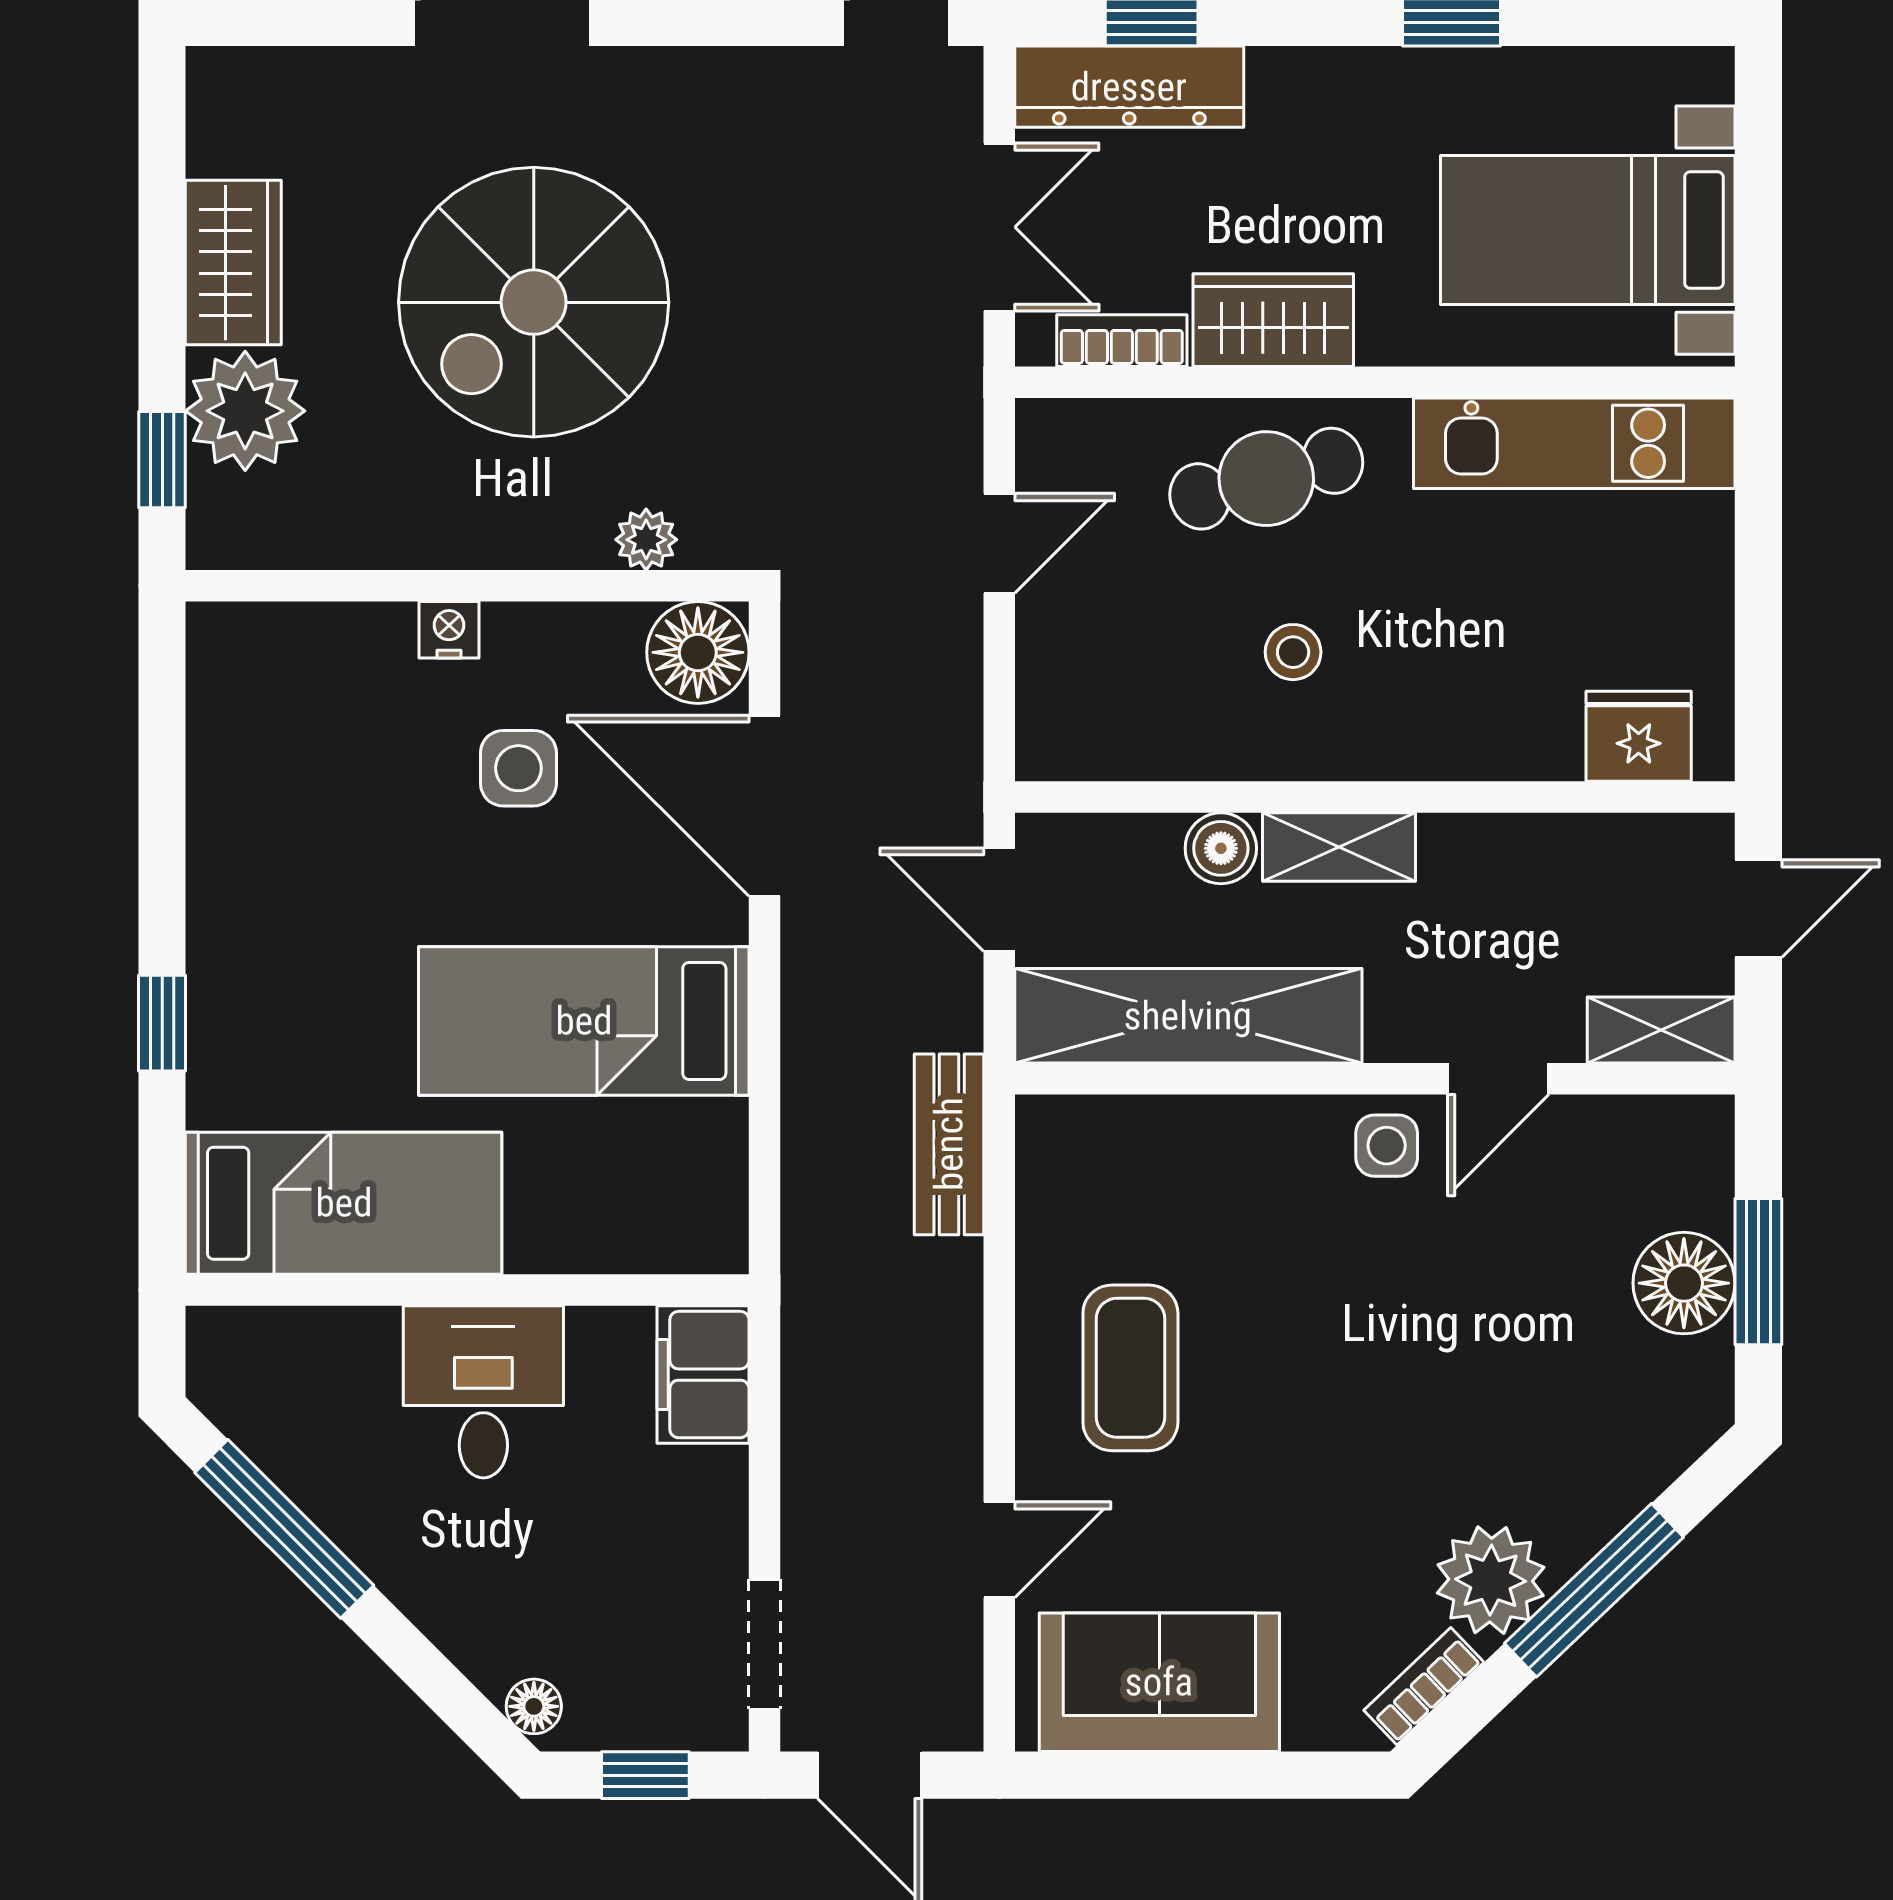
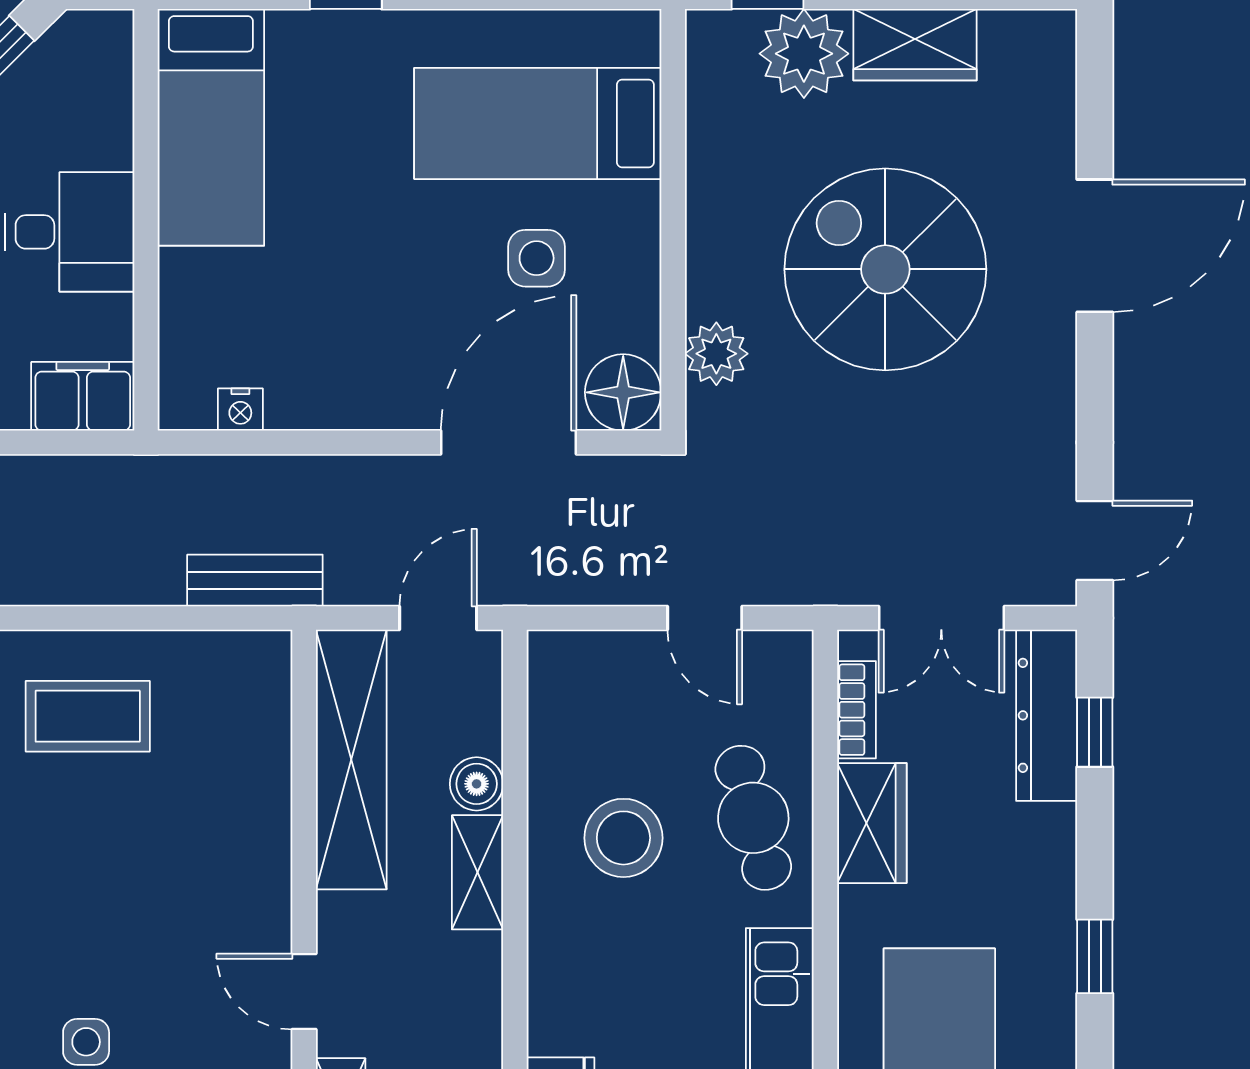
plant: (646, 540) -> (716, 354), width x1.38, depth x1.38
nightstand: (449, 630) -> (240, 409), moved, turned 90
stool: (1293, 652) -> (623, 838), width x1.89, depth x1.89
bed: (584, 1021) -> (538, 123), moved, turned -90
side table: (1387, 1146) -> (86, 1042), moved

